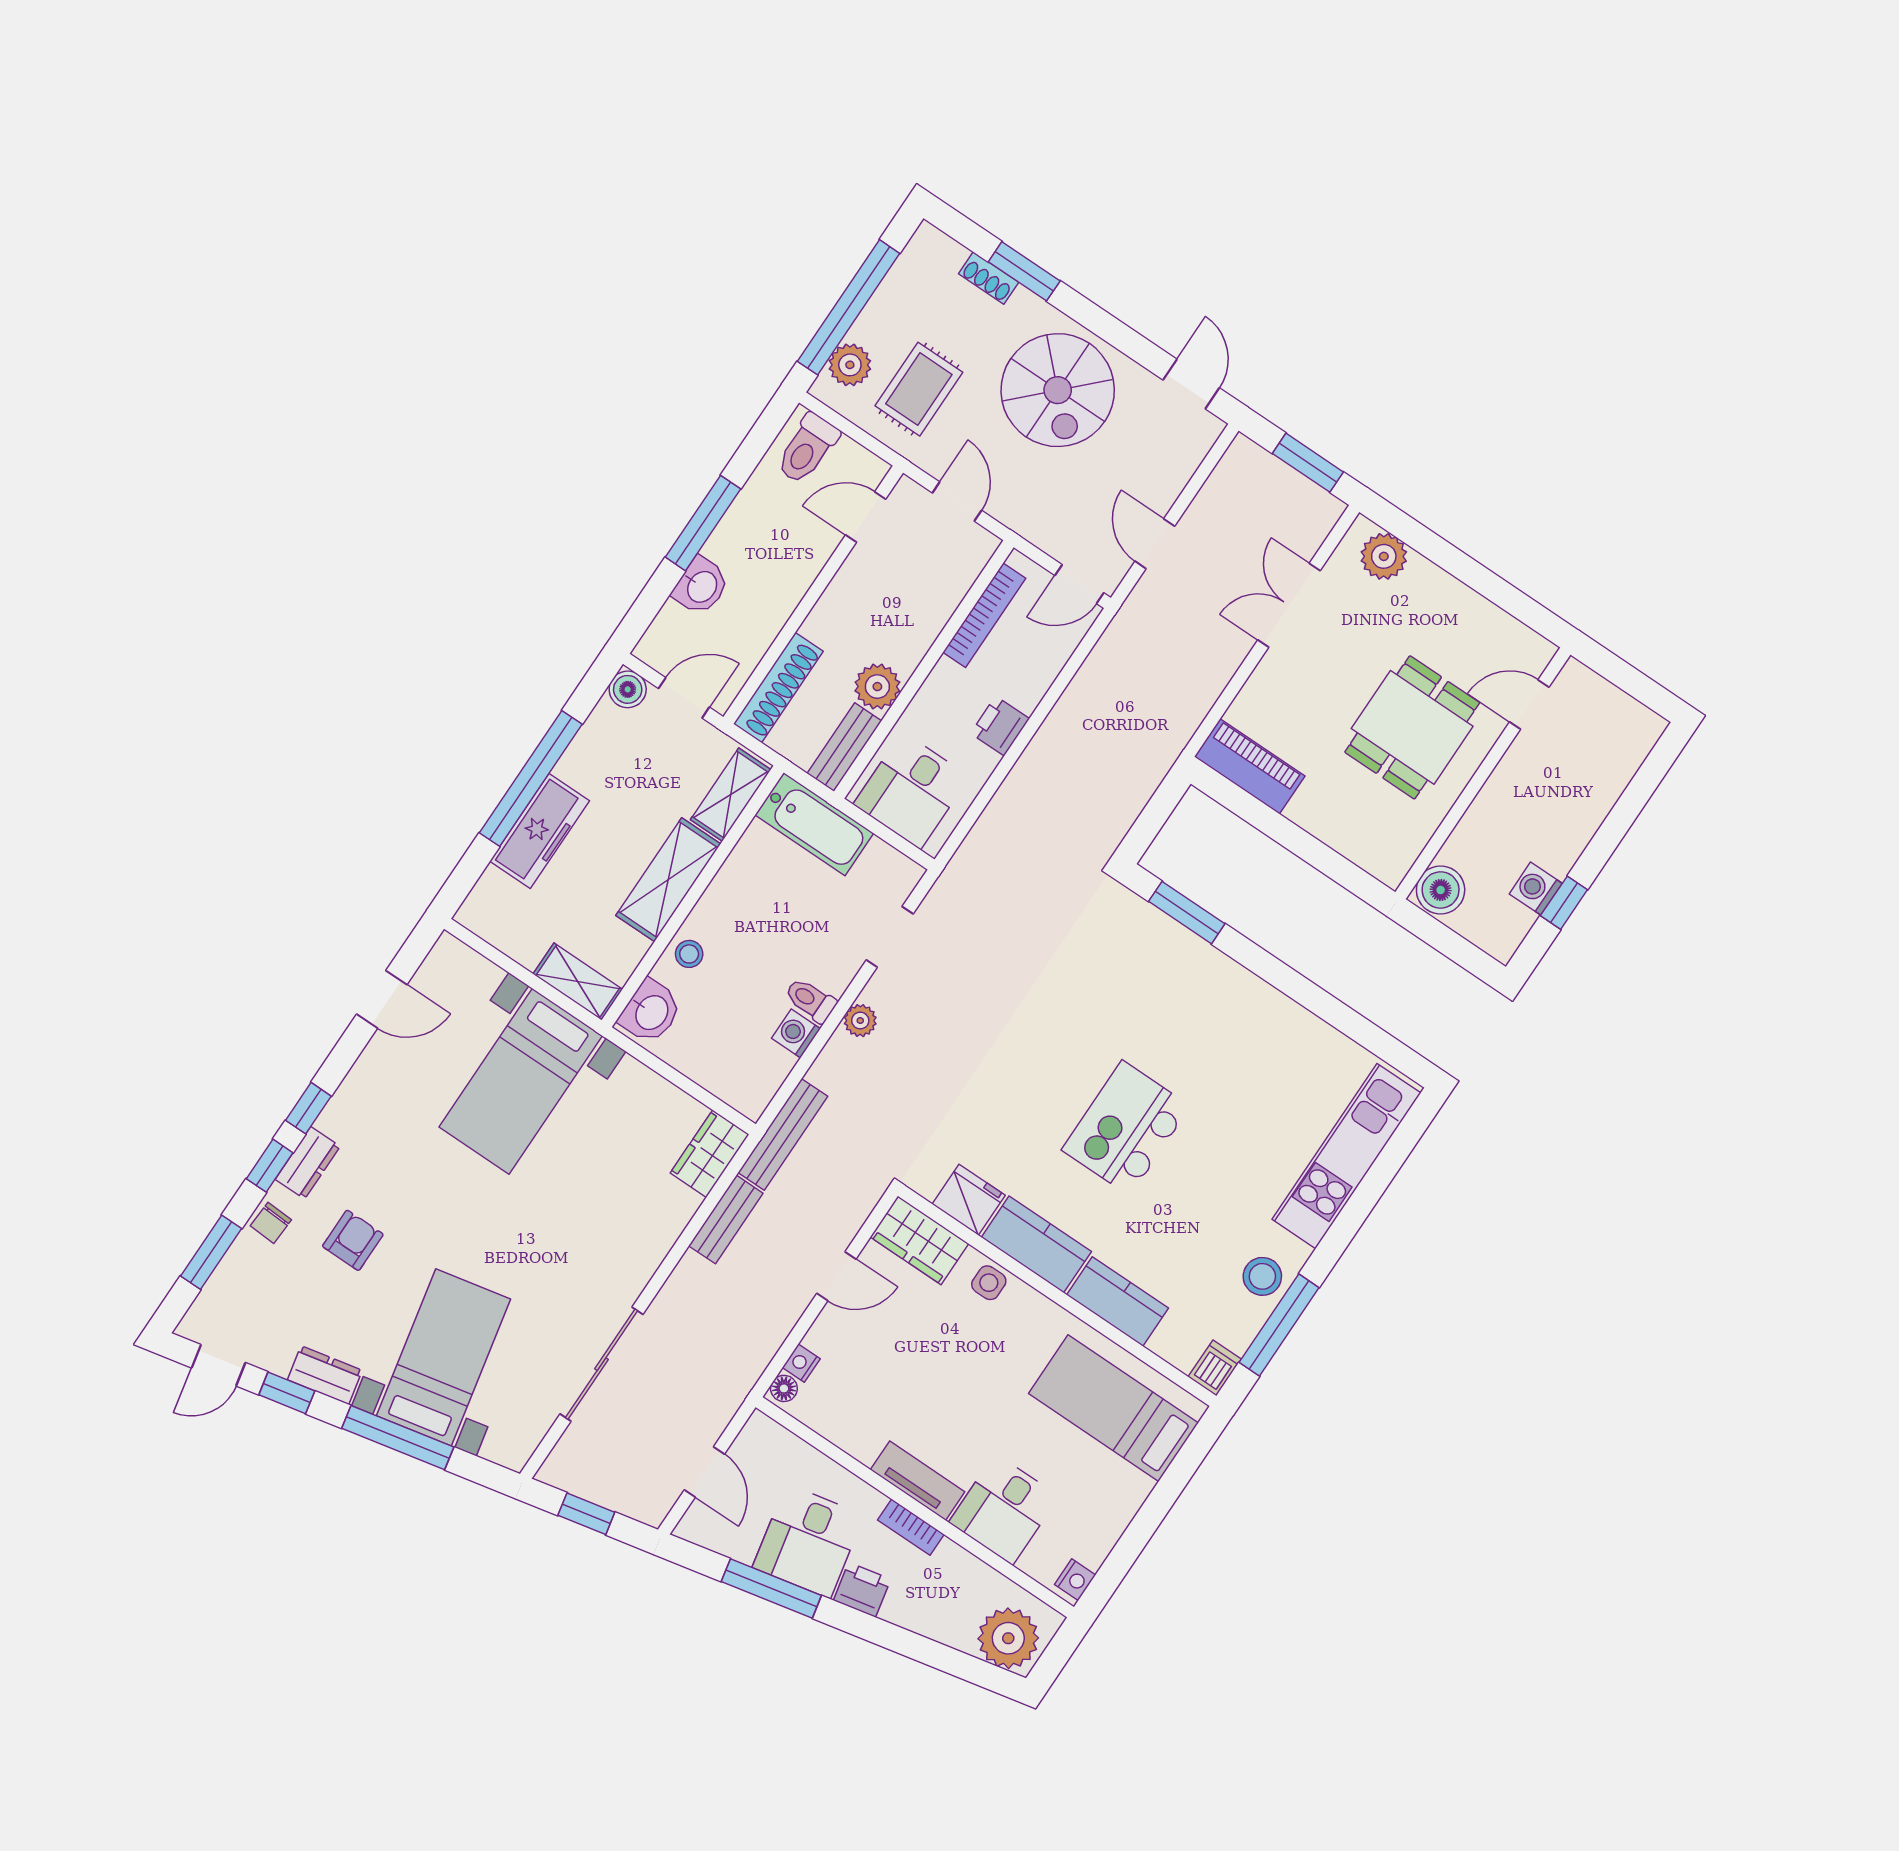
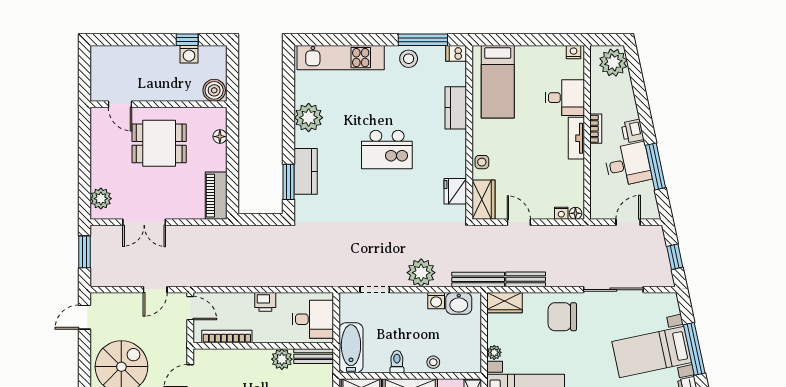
floor lamp: (1351, 845) -> (220, 137), added
toilet: (810, 1000) -> (397, 362), moved, turned 180
washbasin: (651, 1012) -> (459, 303), moved, turned 180
plant: (860, 1021) -> (421, 273), width x1.87, depth x1.87
plant: (1278, 1026) -> (309, 118), added
plant: (633, 1075) -> (494, 352), added
chair: (615, 1240) -> (562, 317), added
kitchen counter: (1036, 1244) -> (306, 171), moved, turned 180

